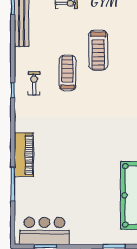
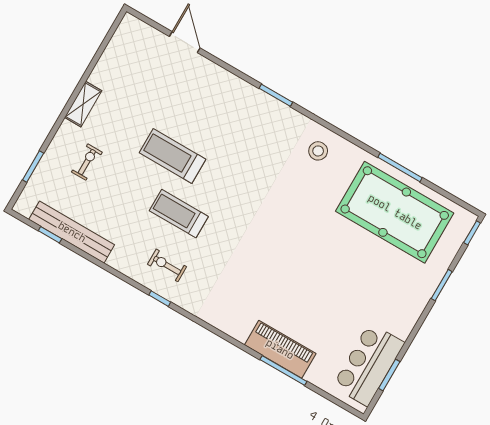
treadmill: (98, 50) -> (173, 156), turned 180
piano: (24, 155) -> (280, 349), moved

